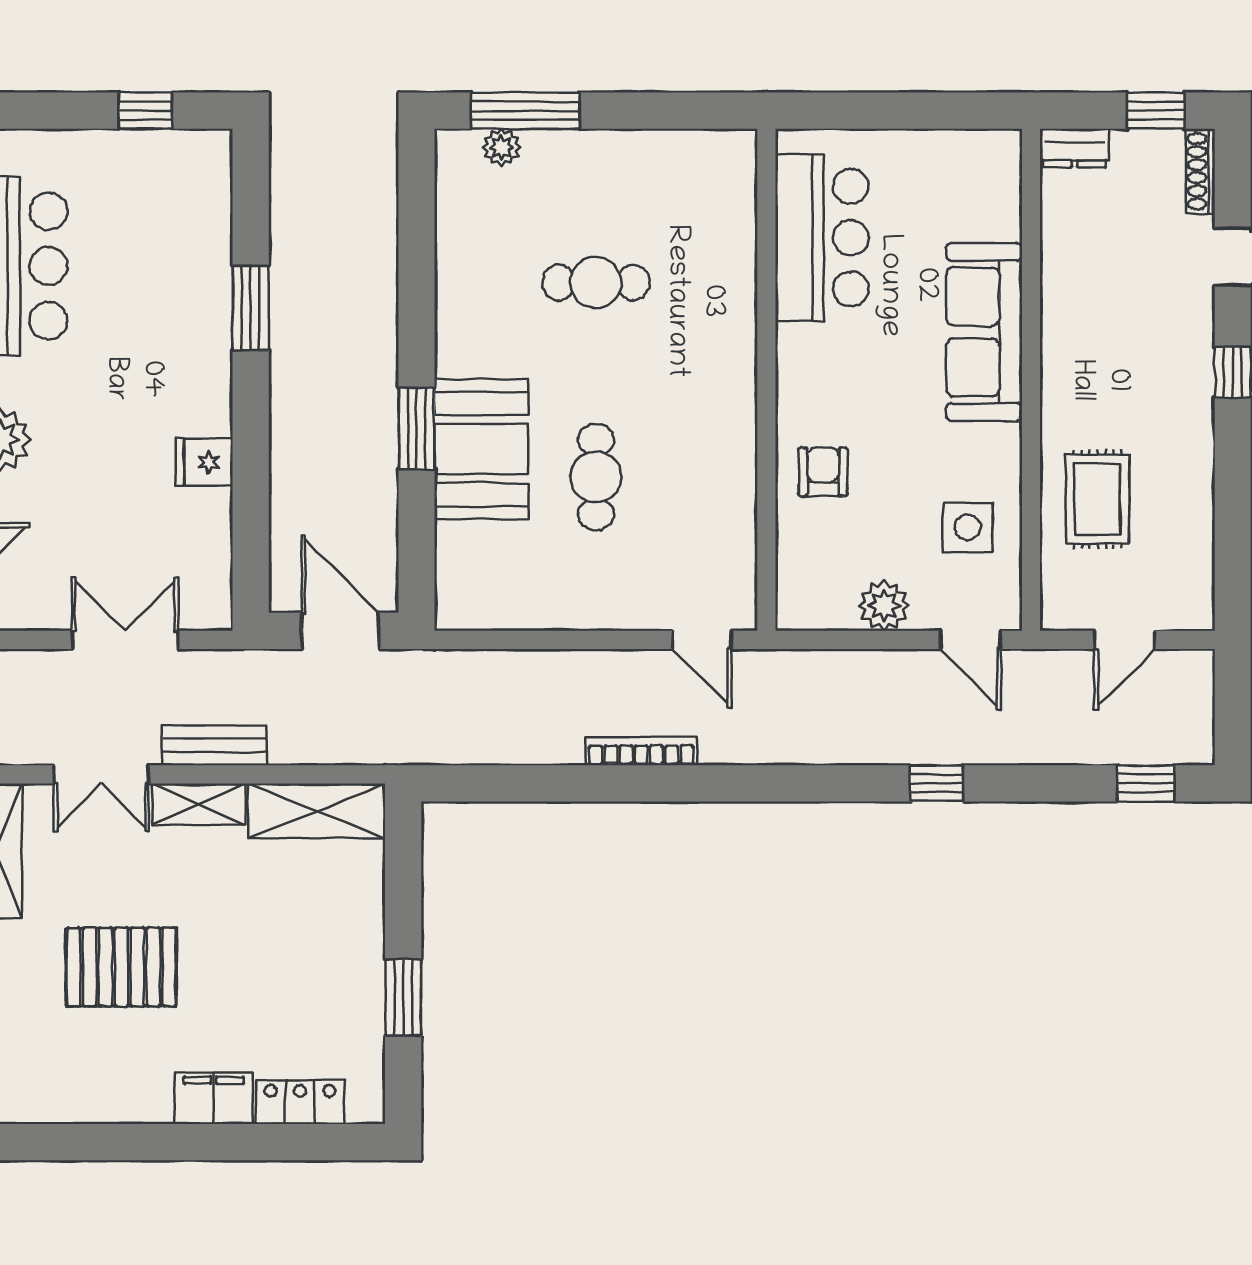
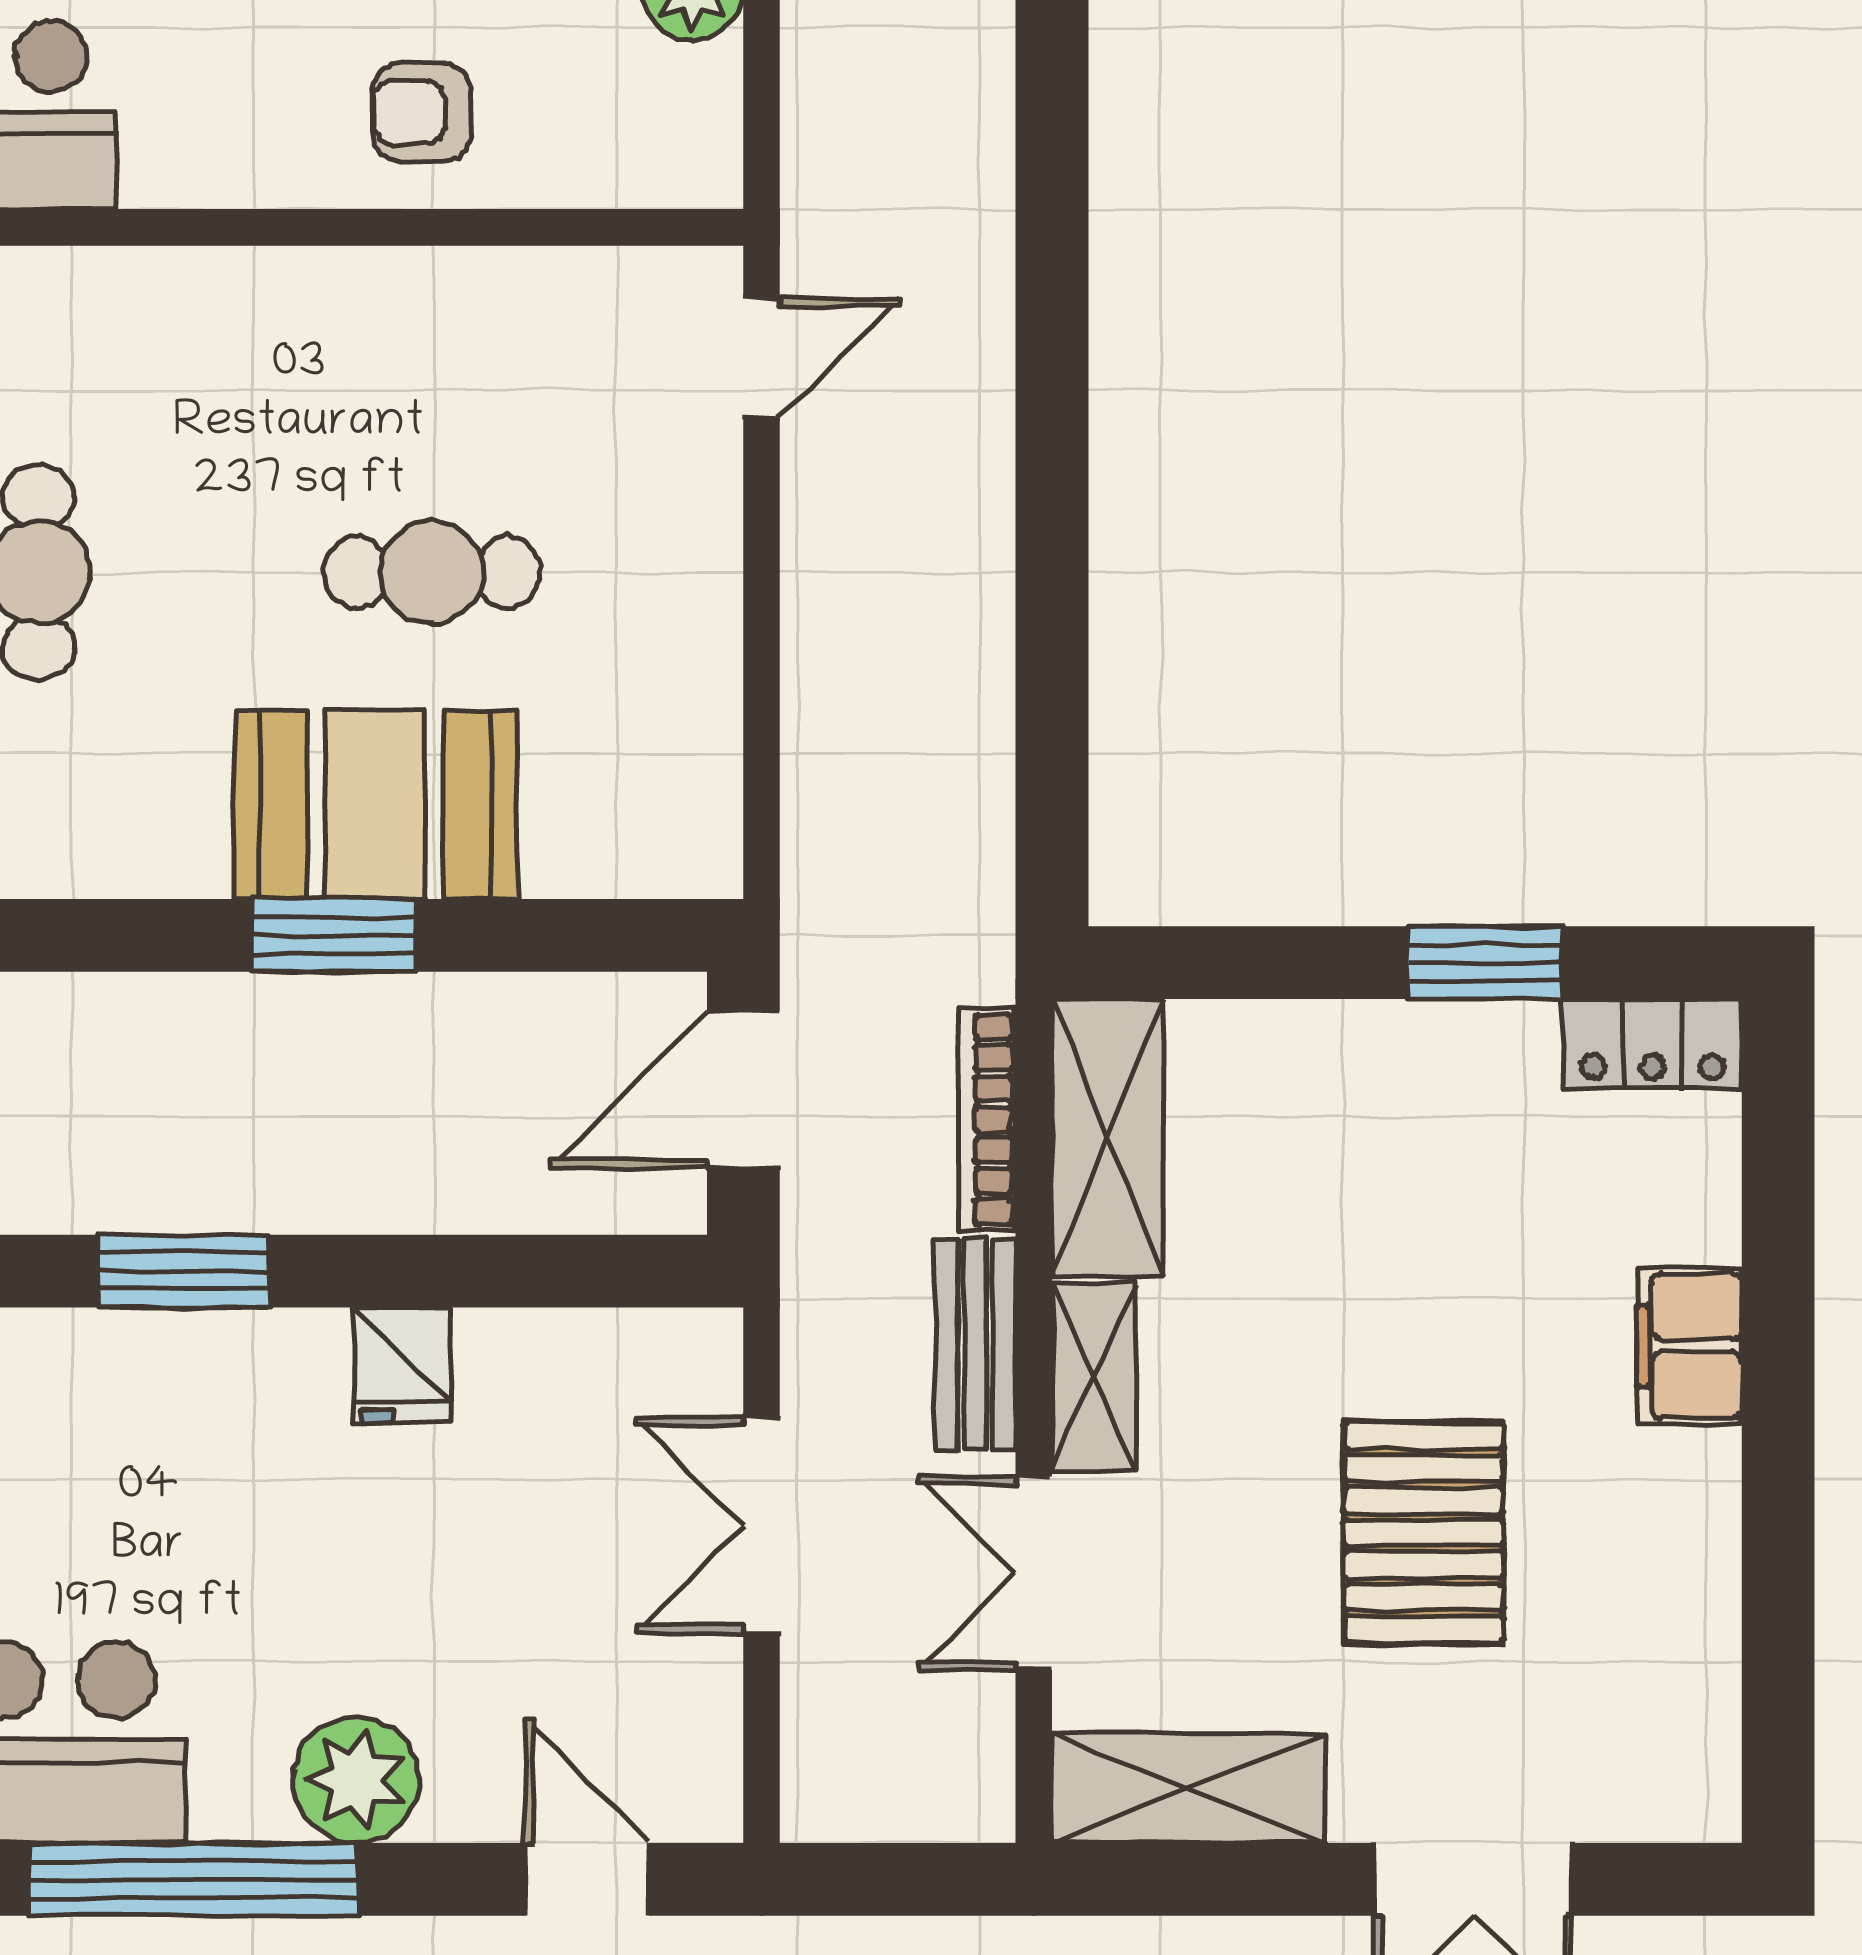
window: (251, 308) -> (184, 1271), moved
bookcase: (641, 751) -> (987, 1119), moved
double door: (101, 774) -> (1034, 1573), swing flipped
locker: (300, 1102) -> (1653, 1044), moved, turned -90

